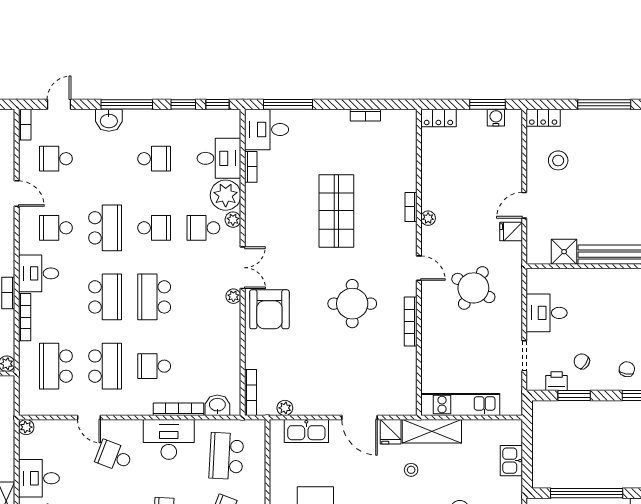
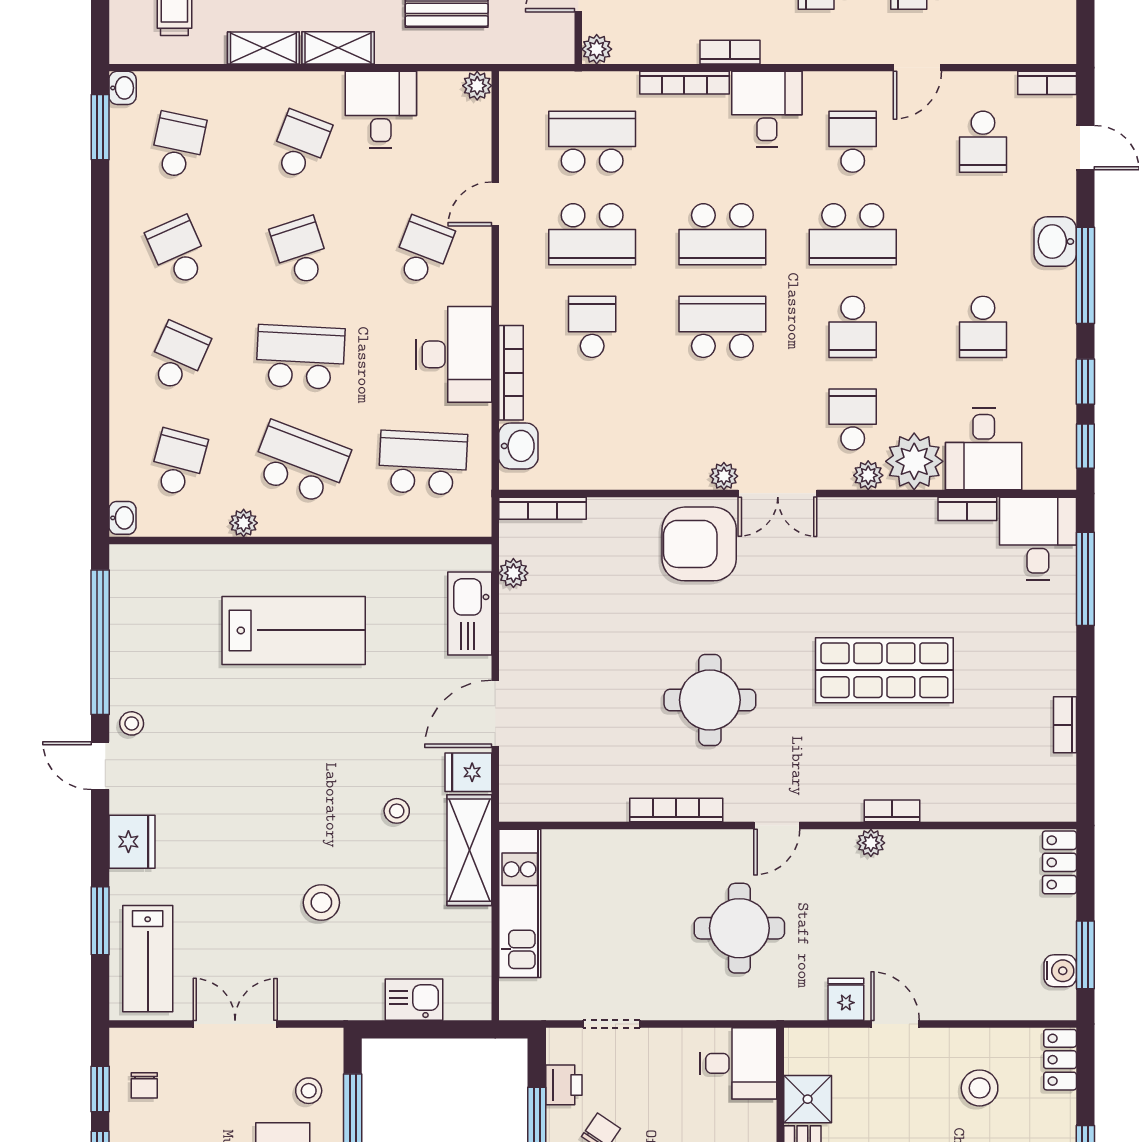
school desk: (56, 159) -> (983, 142), turned 180
round table: (473, 288) -> (739, 928), turned -30
desk: (547, 313) -> (738, 1063), moved, turned 90

